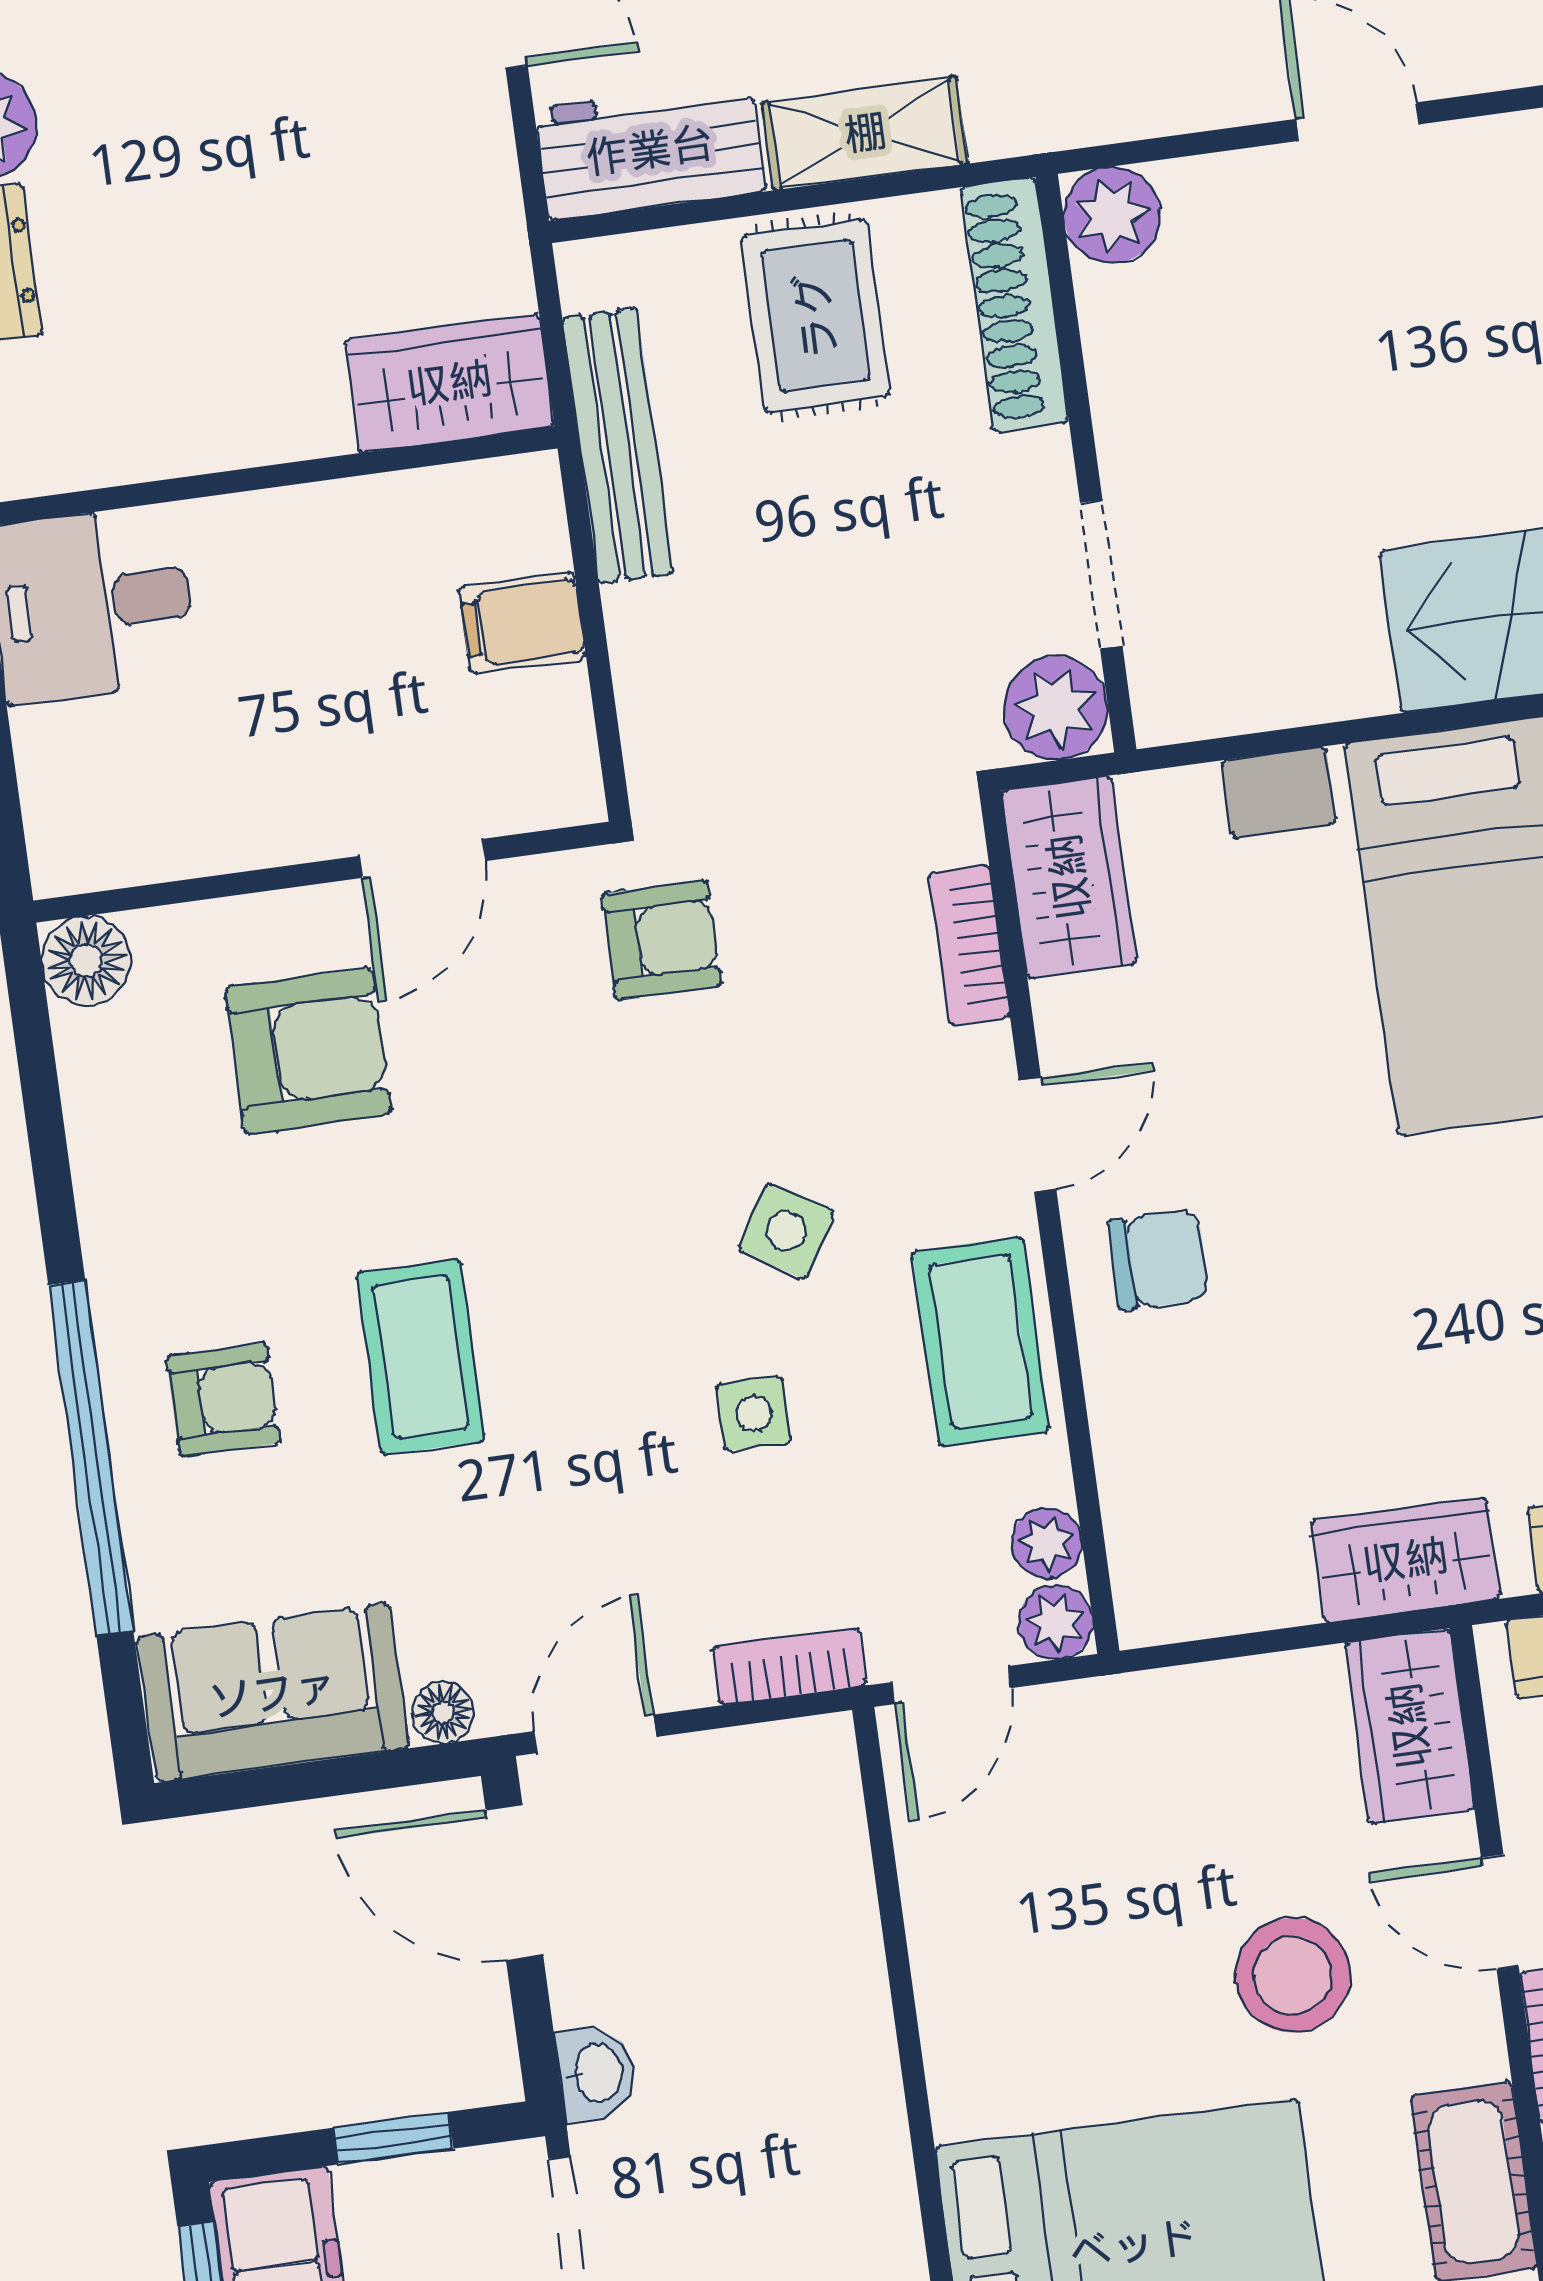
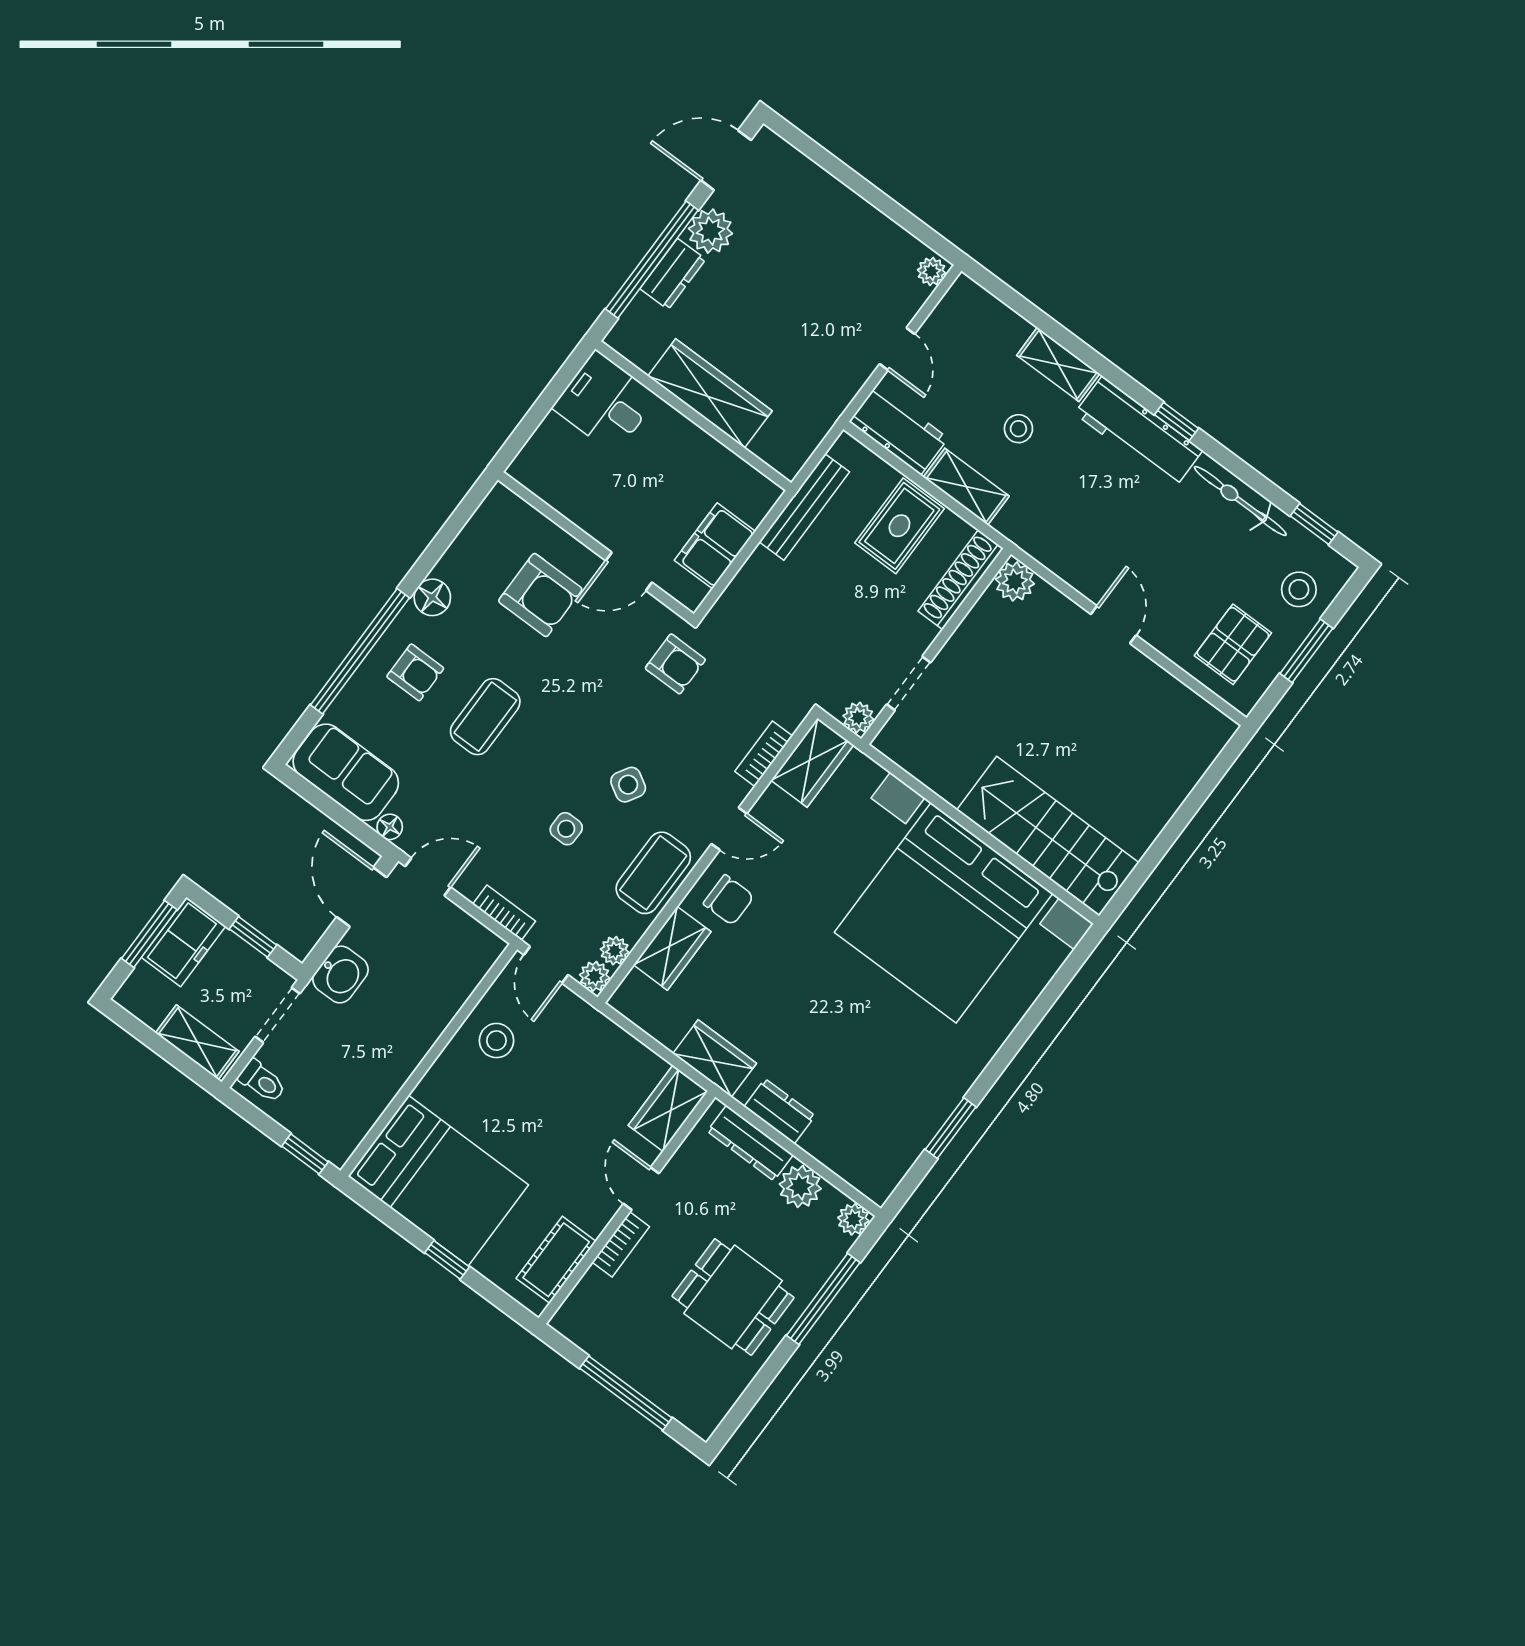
wardrobe: (449, 383) -> (710, 393), moved, width x1.50
filing cabinet: (522, 623) -> (715, 546), width x2.00
plant: (1056, 708) -> (858, 718), width x0.73, depth x0.73
floor lamp: (86, 961) -> (432, 597), moved
wardrobe: (1143, 1440) -> (672, 948), added
door: (951, 1685) -> (546, 965), hinge flipped
stool: (1293, 1975) -> (496, 1041), moved, width x0.73, depth x0.73
washbasin: (596, 2073) -> (340, 974), width x1.38, depth x1.45

